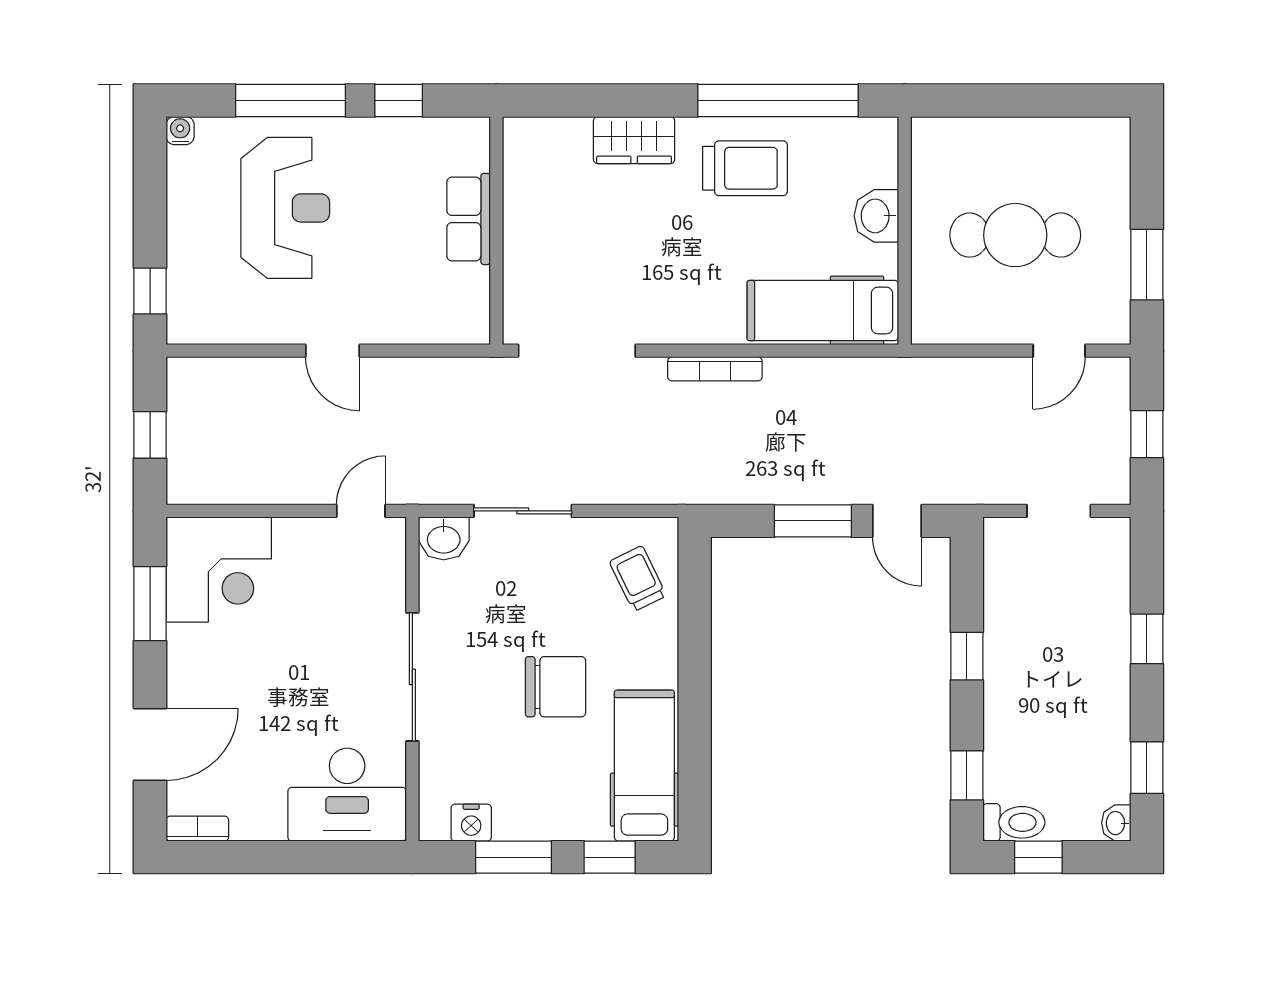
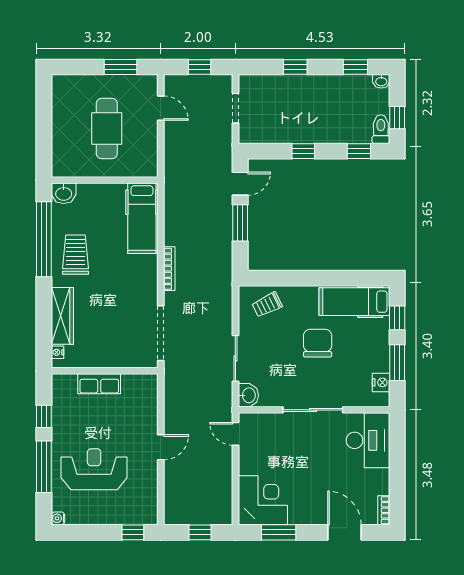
nightstand: (536, 130) -> (57, 352), added
wardrobe: (634, 140) -> (62, 316), width x1.50
washbasin: (876, 216) -> (64, 193), moved

